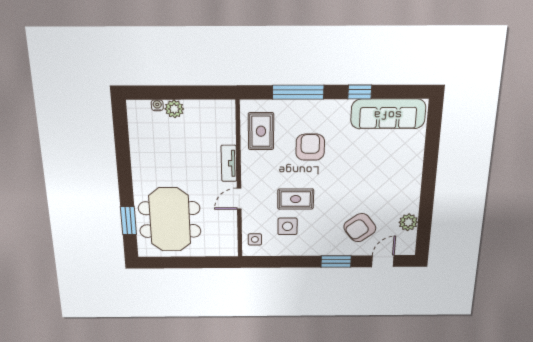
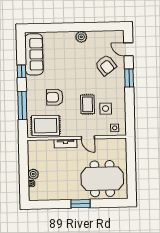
rug: (261, 131) -> (46, 126), width x1.36, depth x1.43
window: (128, 221) -> (80, 204), moved
plant: (408, 222) -> (81, 37), moved

